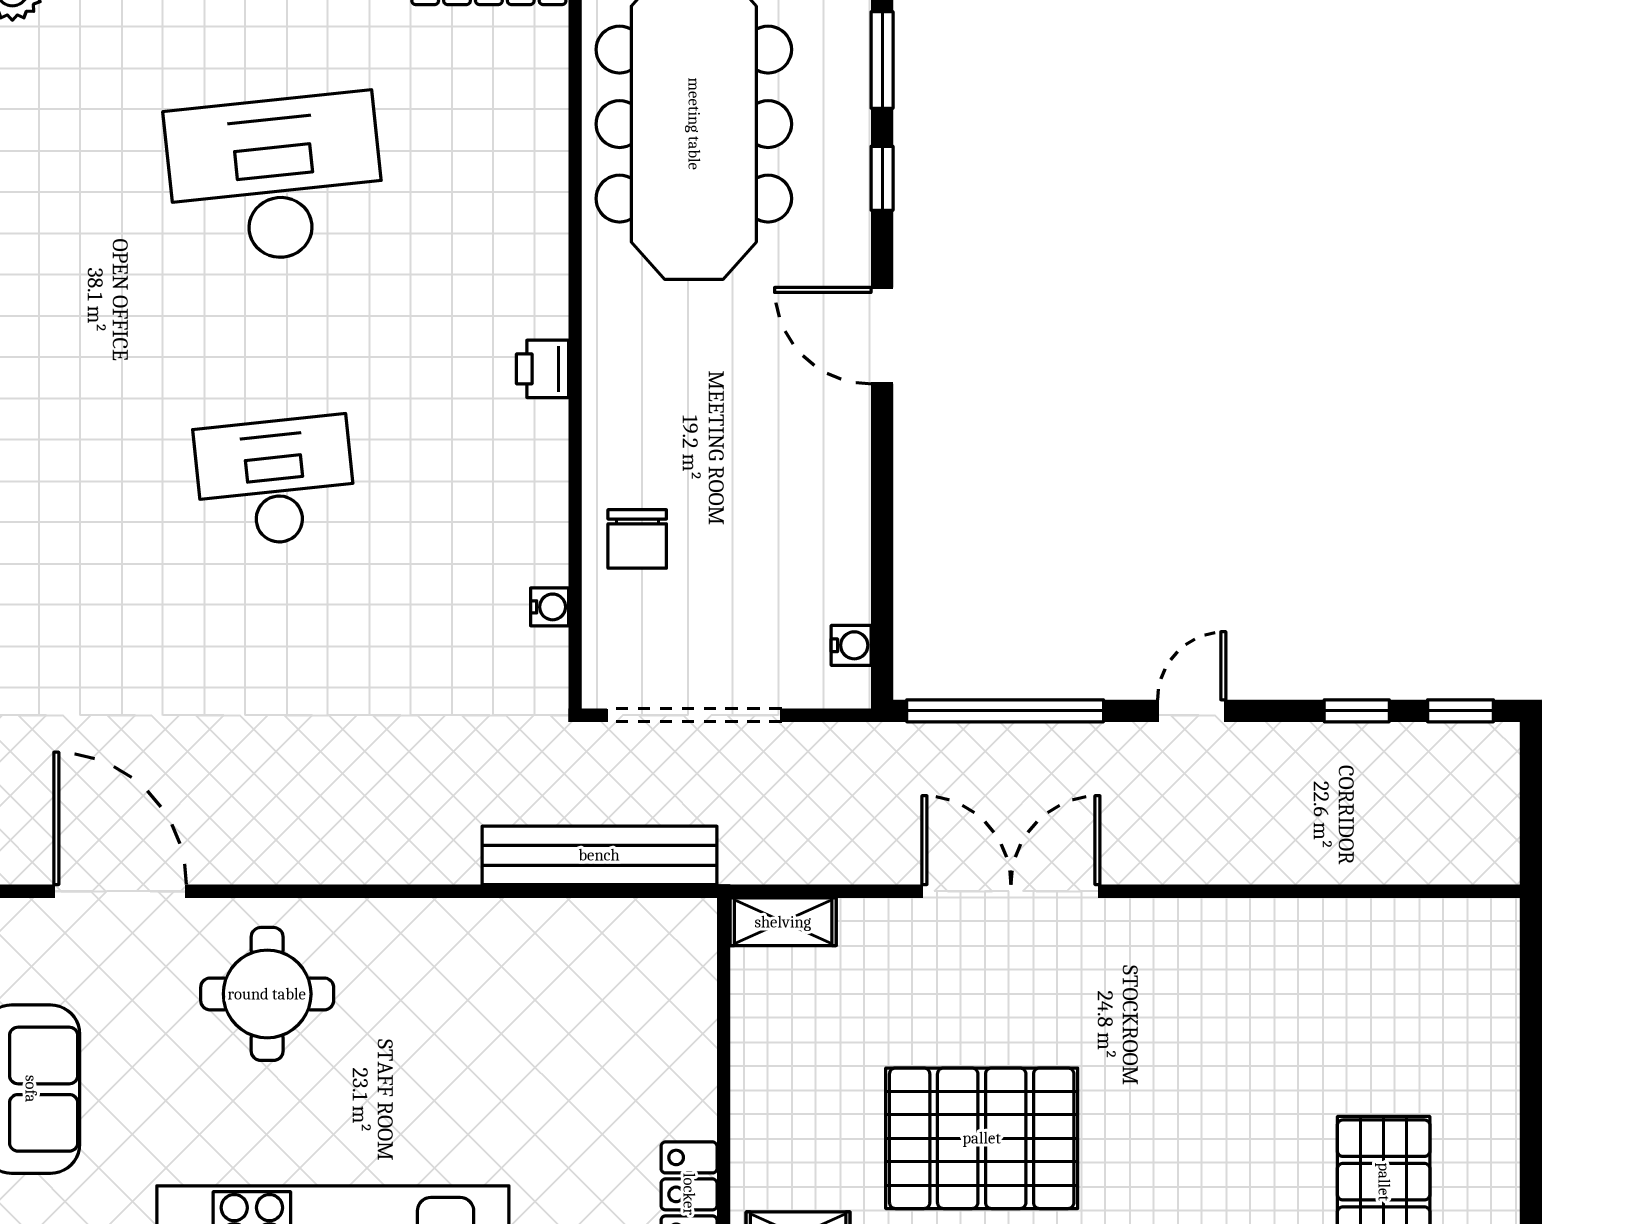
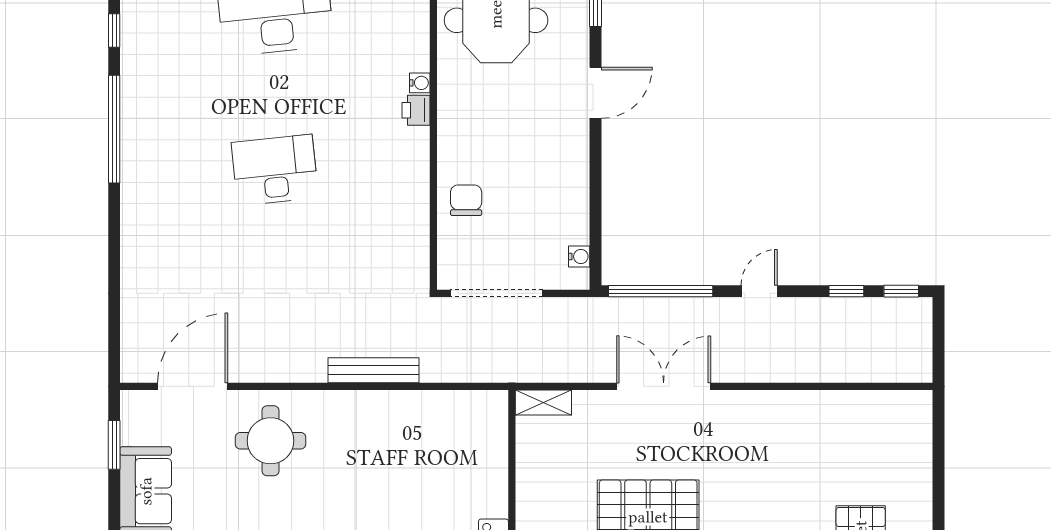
door: (882, 336) -> (595, 93), swing flipped
chair: (637, 539) -> (466, 200), turned 180
water cooler: (550, 607) -> (420, 83), moved
bench: (599, 855) -> (373, 370), moved, width x0.73, depth x0.82
door: (120, 891) -> (193, 386), hinge flipped

